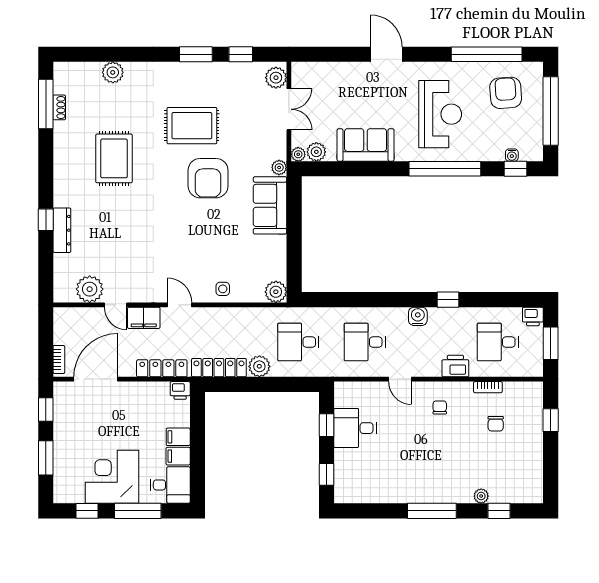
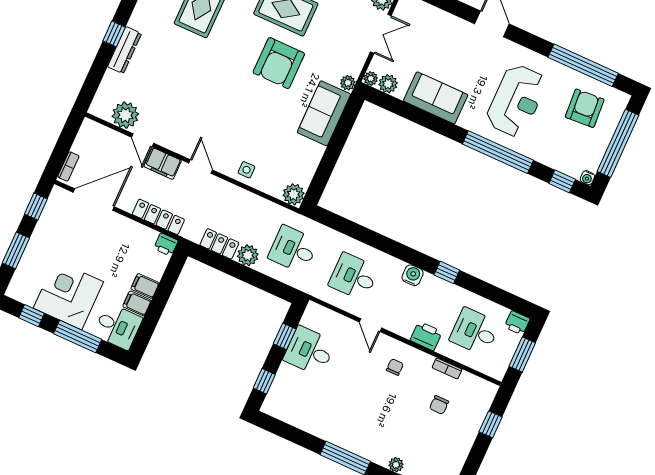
water cooler: (512, 155) -> (587, 178), moved
locker: (219, 368) -> (219, 244), width x0.66

